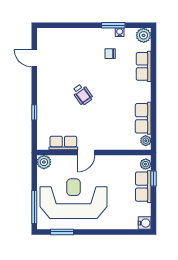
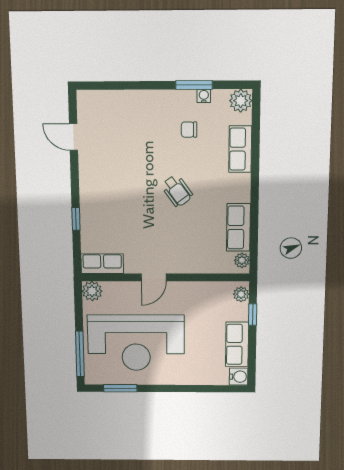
wheelchair: (82, 94) -> (177, 191), moved
row of seats: (63, 143) -> (102, 264), moved
row of seats: (143, 187) -> (237, 344), moved
reception desk: (74, 199) -> (136, 343), turned 180

